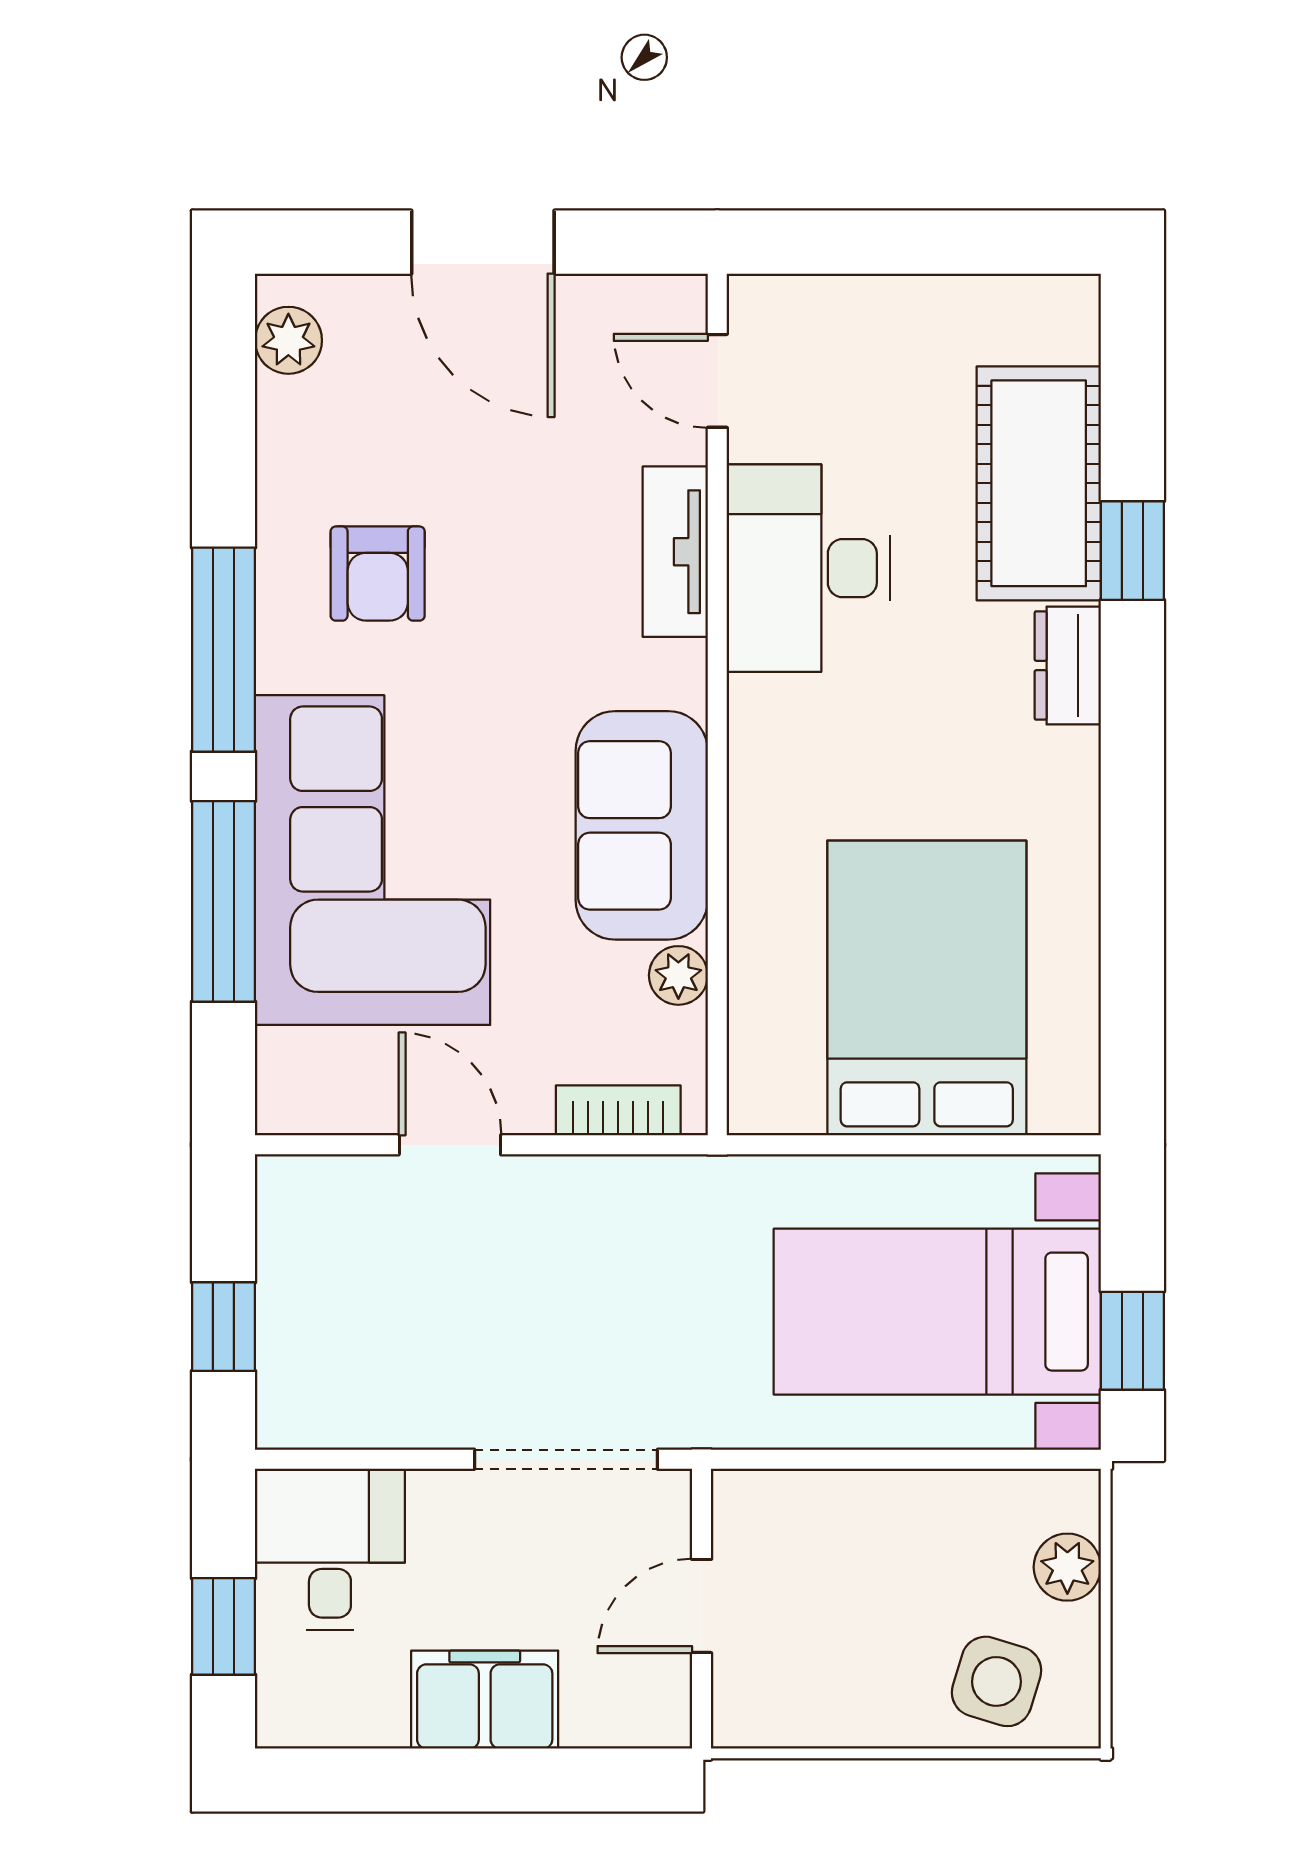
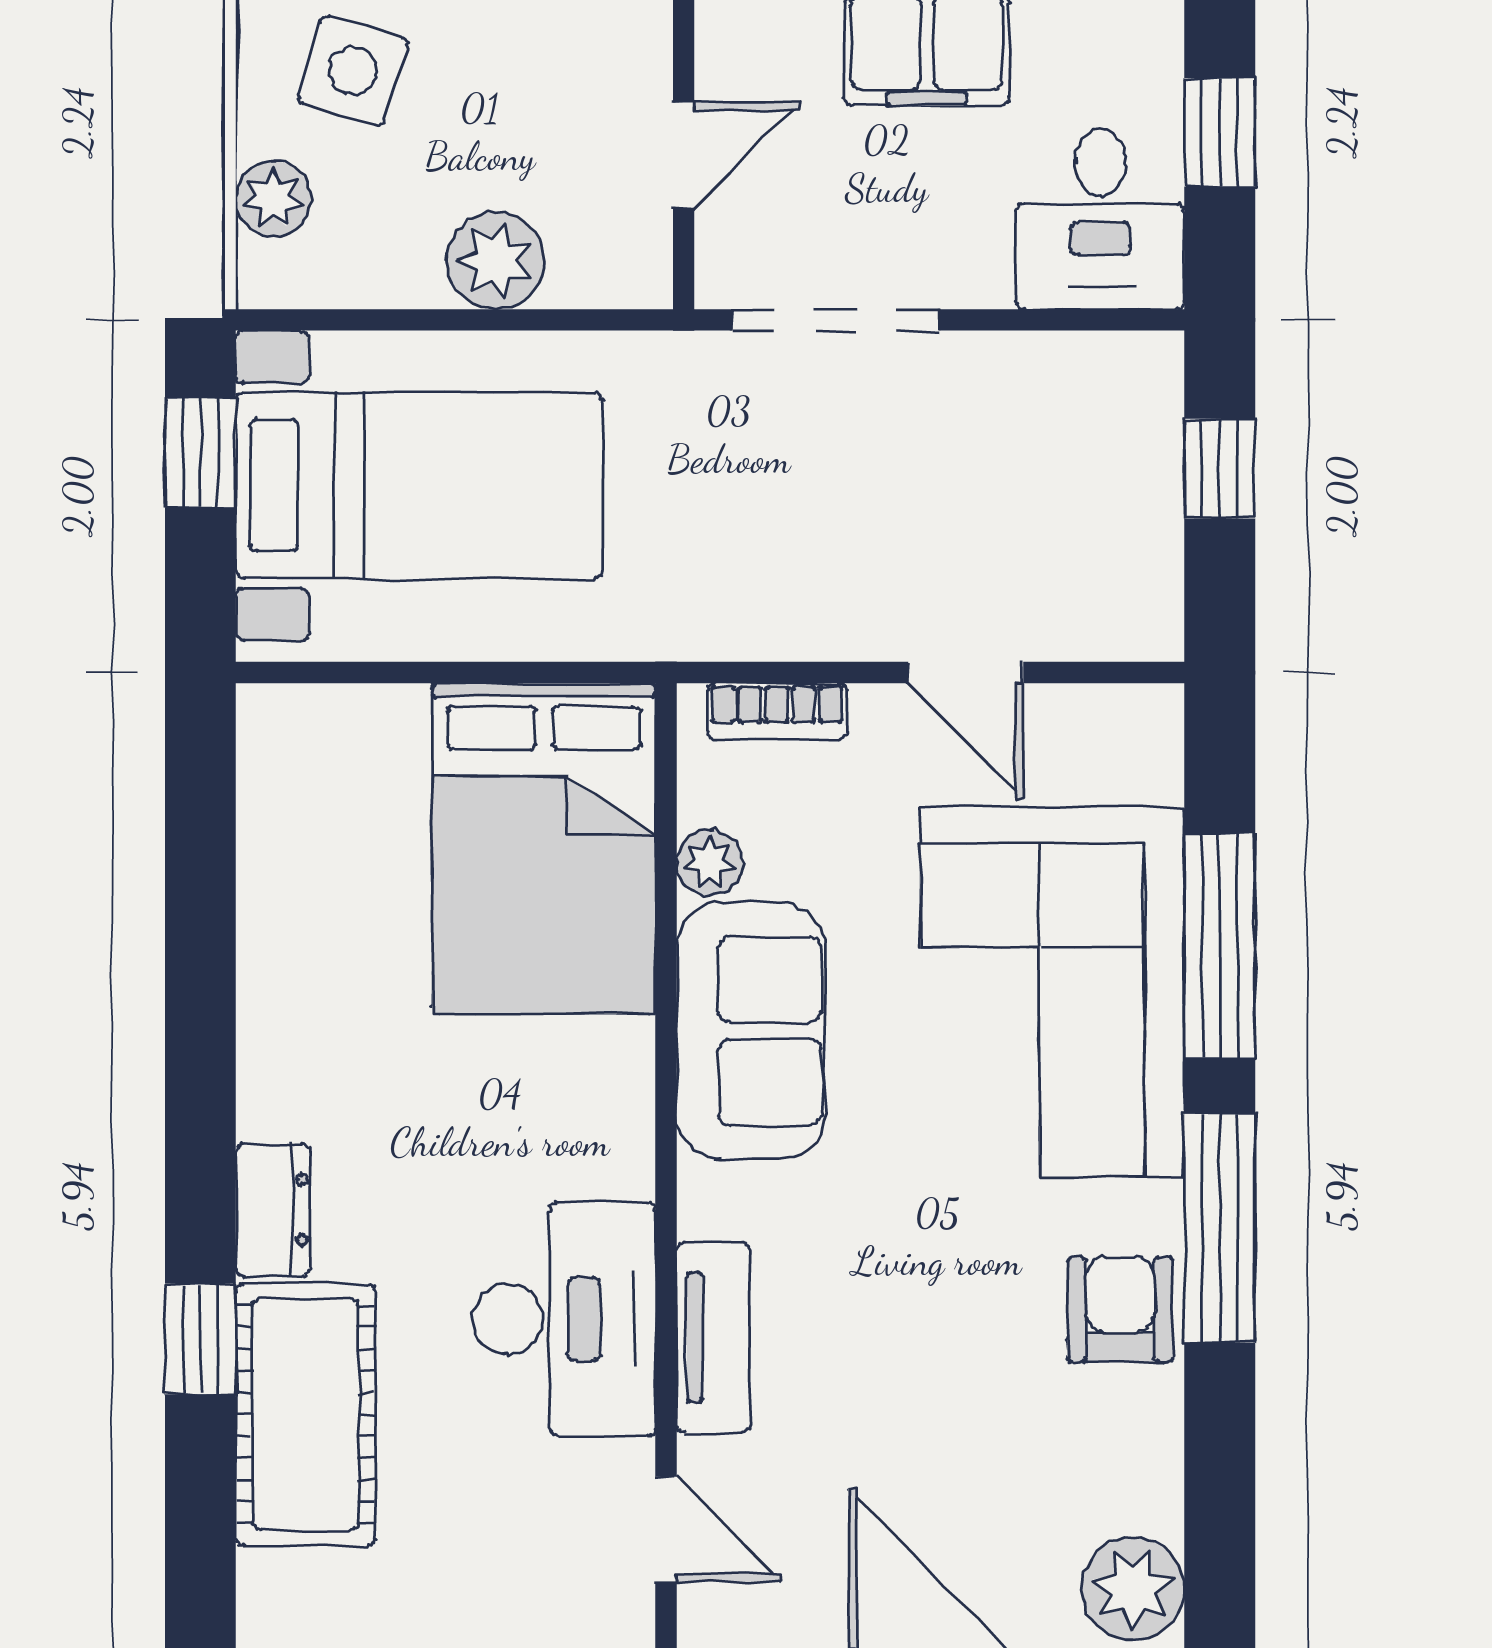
plant: (288, 340) -> (1133, 1589), width x1.38, depth x1.38
armchair: (378, 574) -> (1120, 1309), moved
bed: (927, 988) -> (544, 848), moved
plant: (869, 1512) -> (496, 261), added

